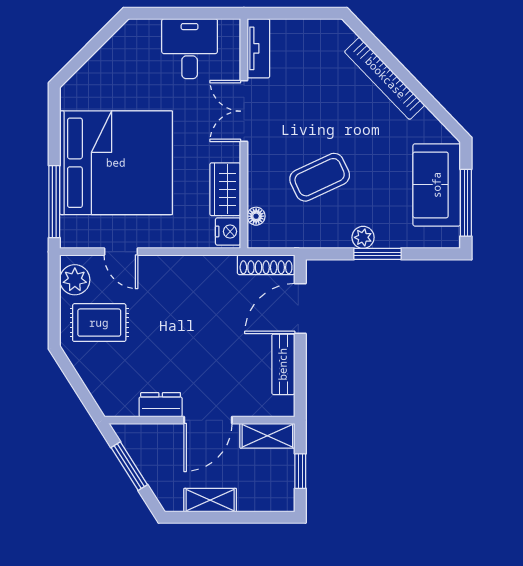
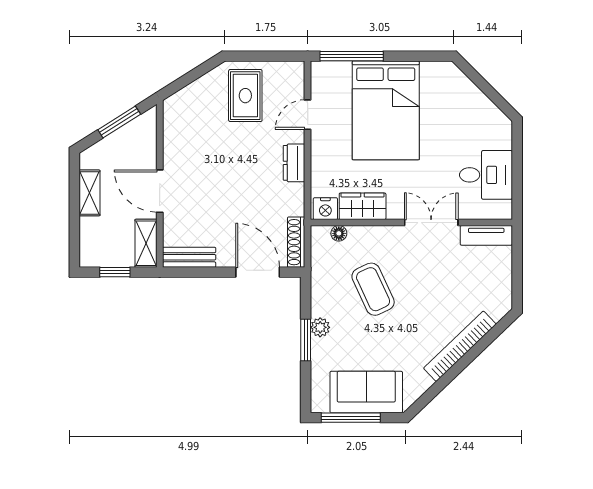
bed: (116, 163) -> (386, 110), width x0.73
plant: (75, 280) -> (283, 74), removed
bench: (283, 364) -> (189, 257), moved
dresser: (161, 405) -> (294, 163), moved, turned 180

